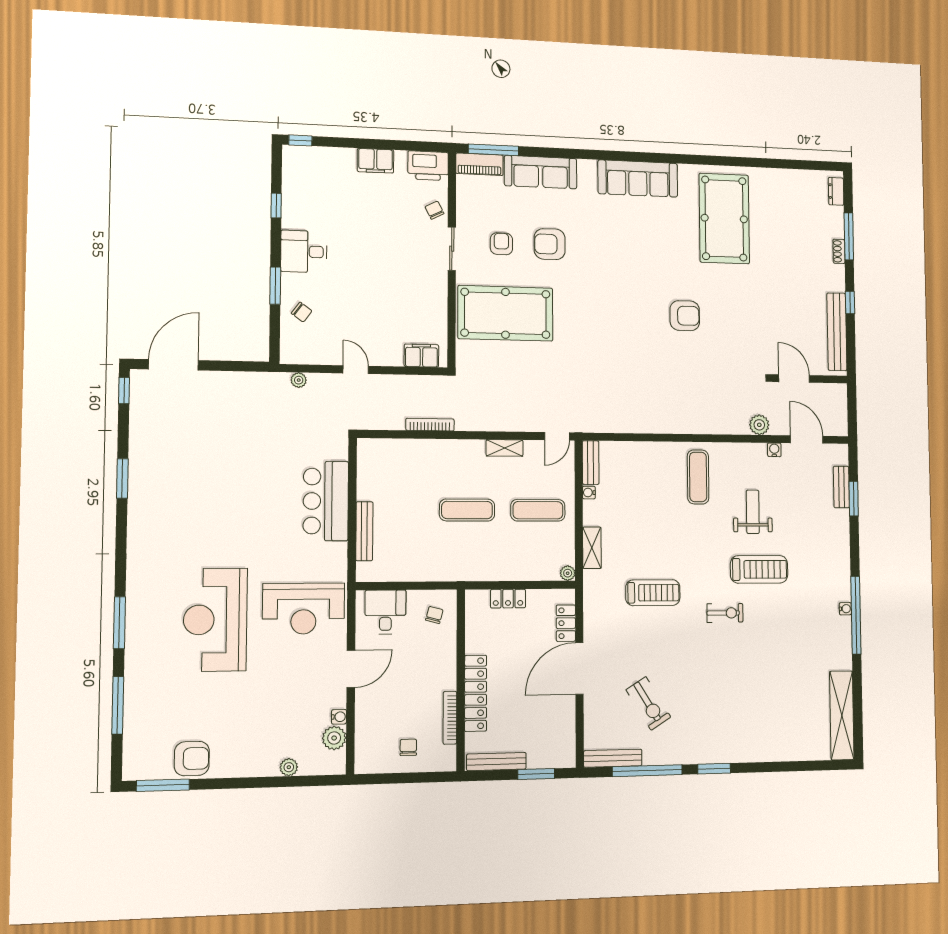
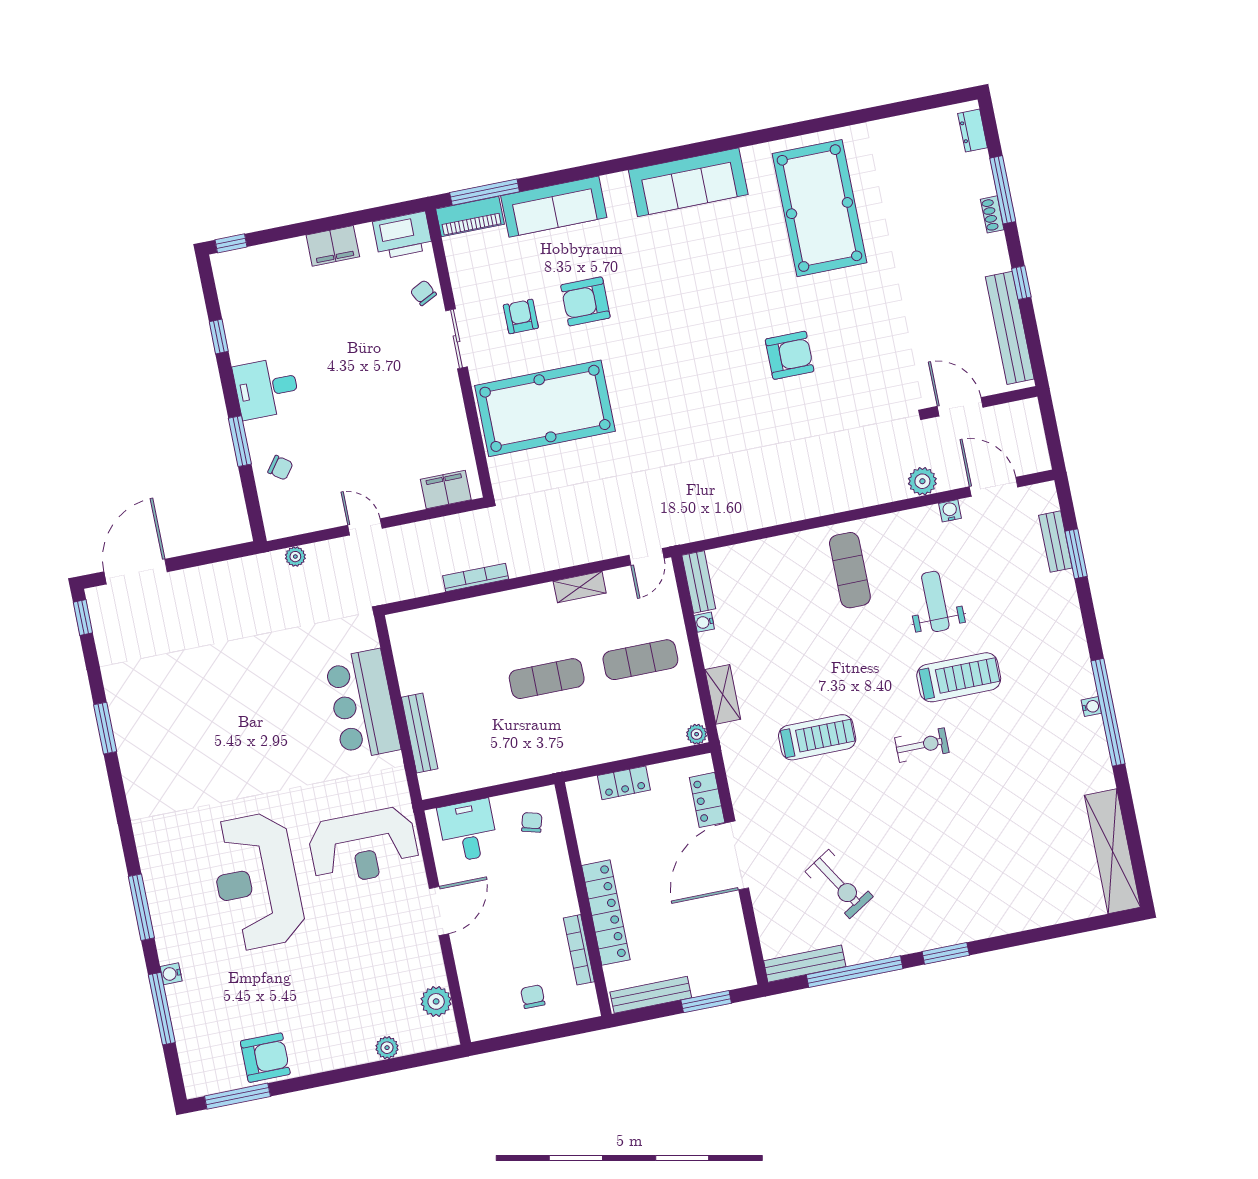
water cooler: (339, 717) -> (171, 974), moved, turned 180

